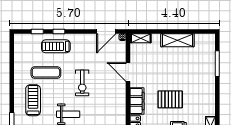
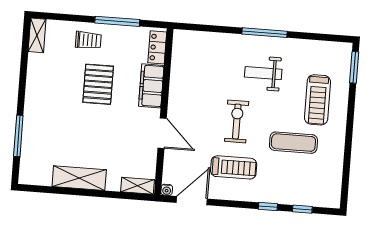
treadmill: (56, 46) -> (234, 167), moved
pallet: (170, 99) -> (98, 84), turned 90

